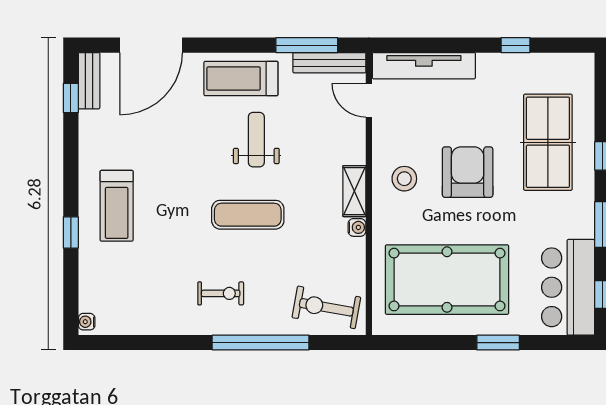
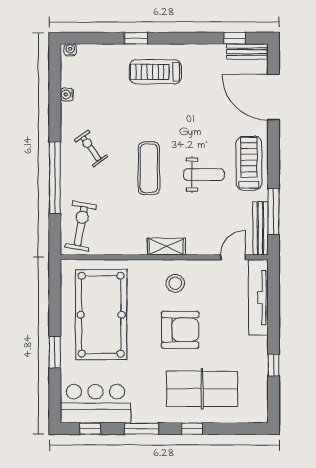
water cooler: (357, 227) -> (67, 94), moved, turned 90
exercise bike: (221, 293) -> (91, 148), turned 144

